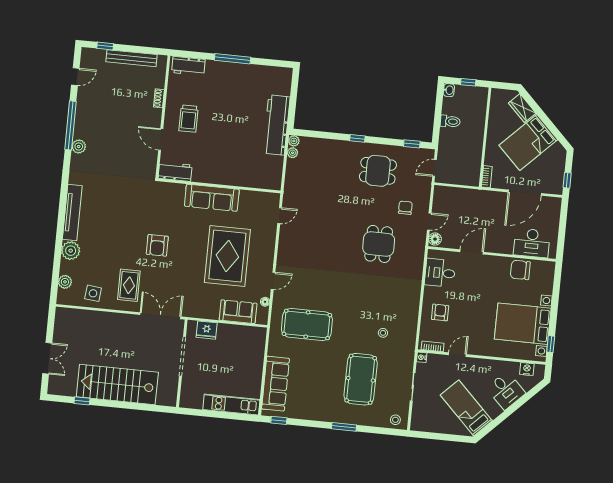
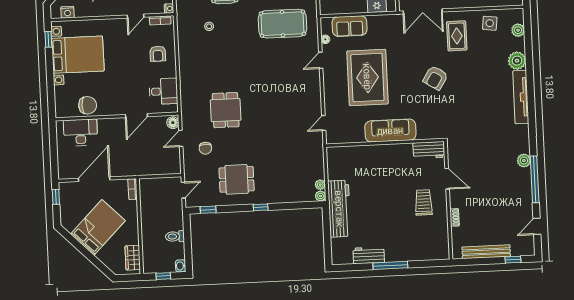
workbench: (188, 66) -> (369, 255), moved
wardrobe: (522, 108) -> (133, 258), moved, turned -135
armchair: (157, 245) -> (435, 78), turned -148

